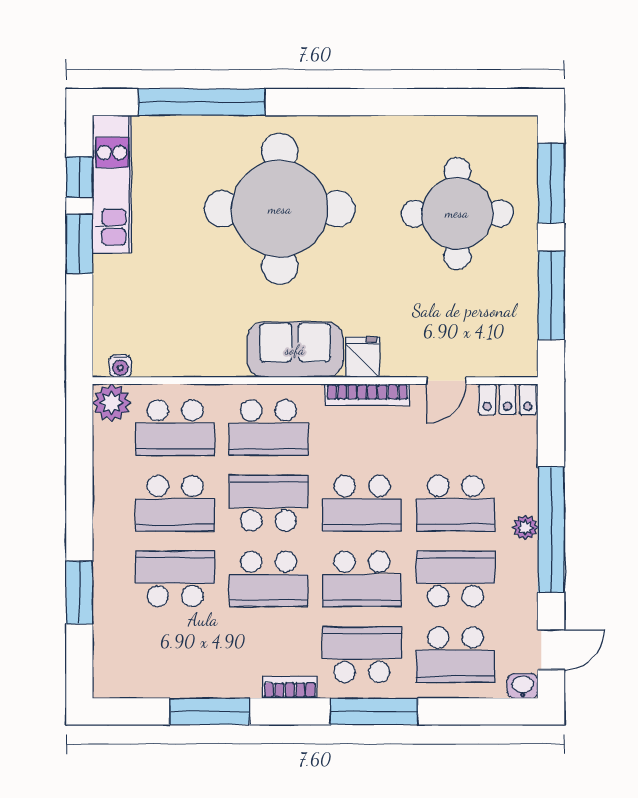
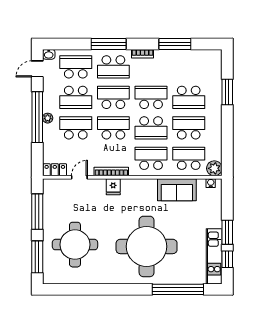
sofa: (295, 350) -> (177, 190), moved

